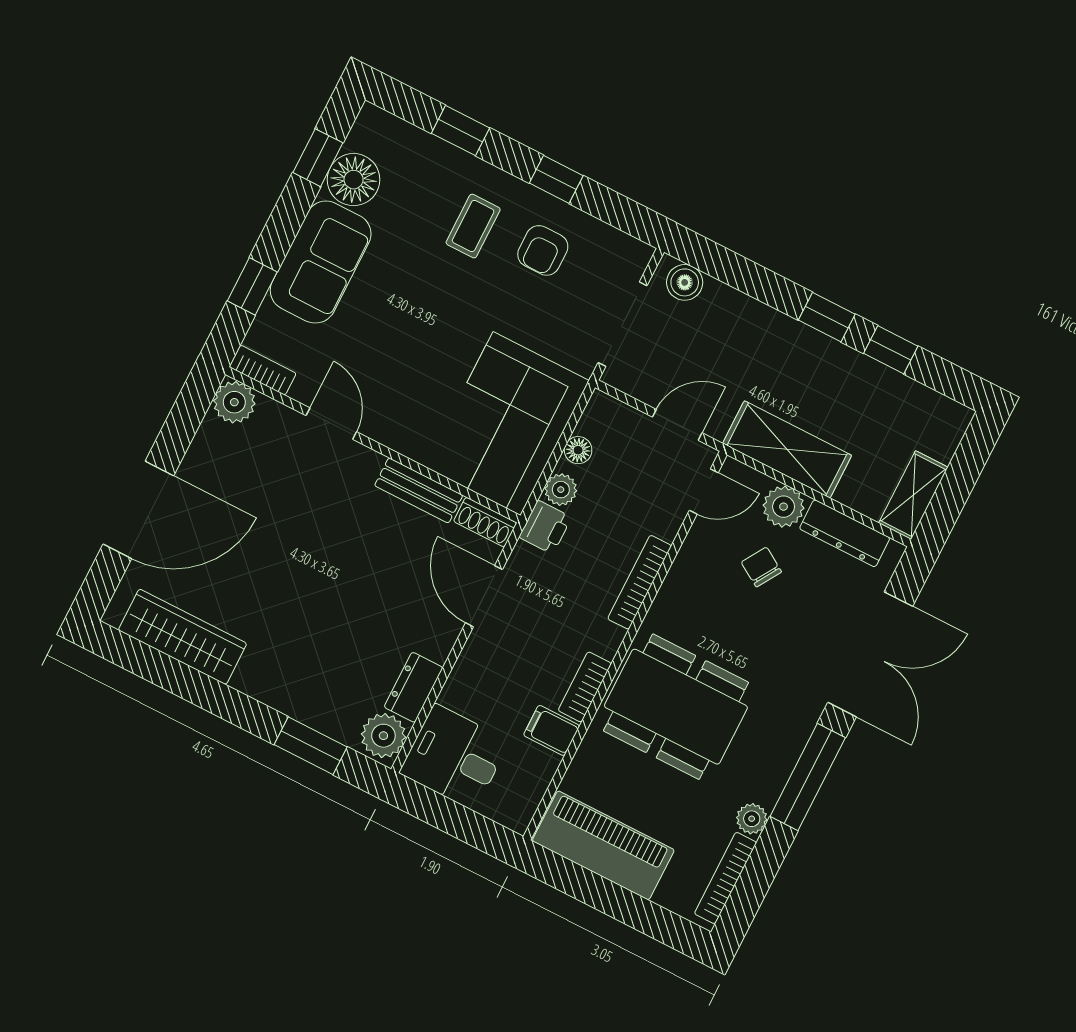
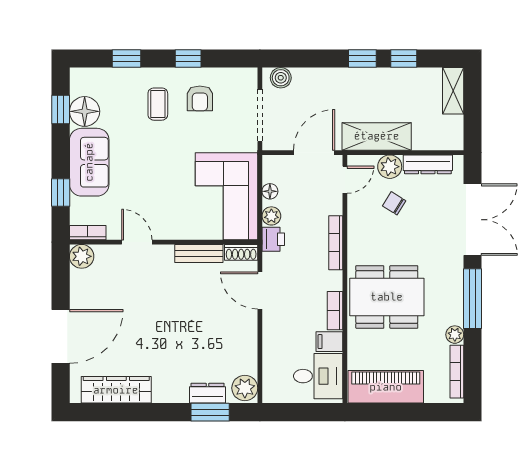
door: (677, 425) -> (314, 153), width x1.38
shelving: (913, 495) -> (453, 91), moved
dresser: (413, 687) -> (208, 393), moved, turned 90
desk: (454, 757) -> (318, 376), moved, turned 180

